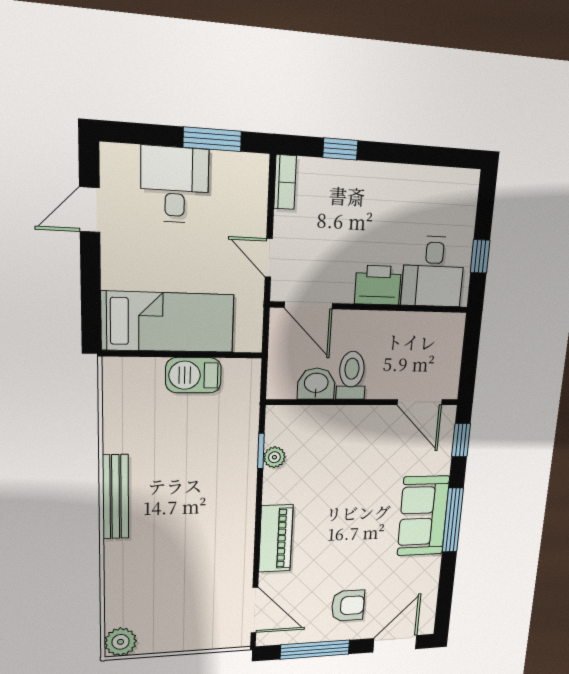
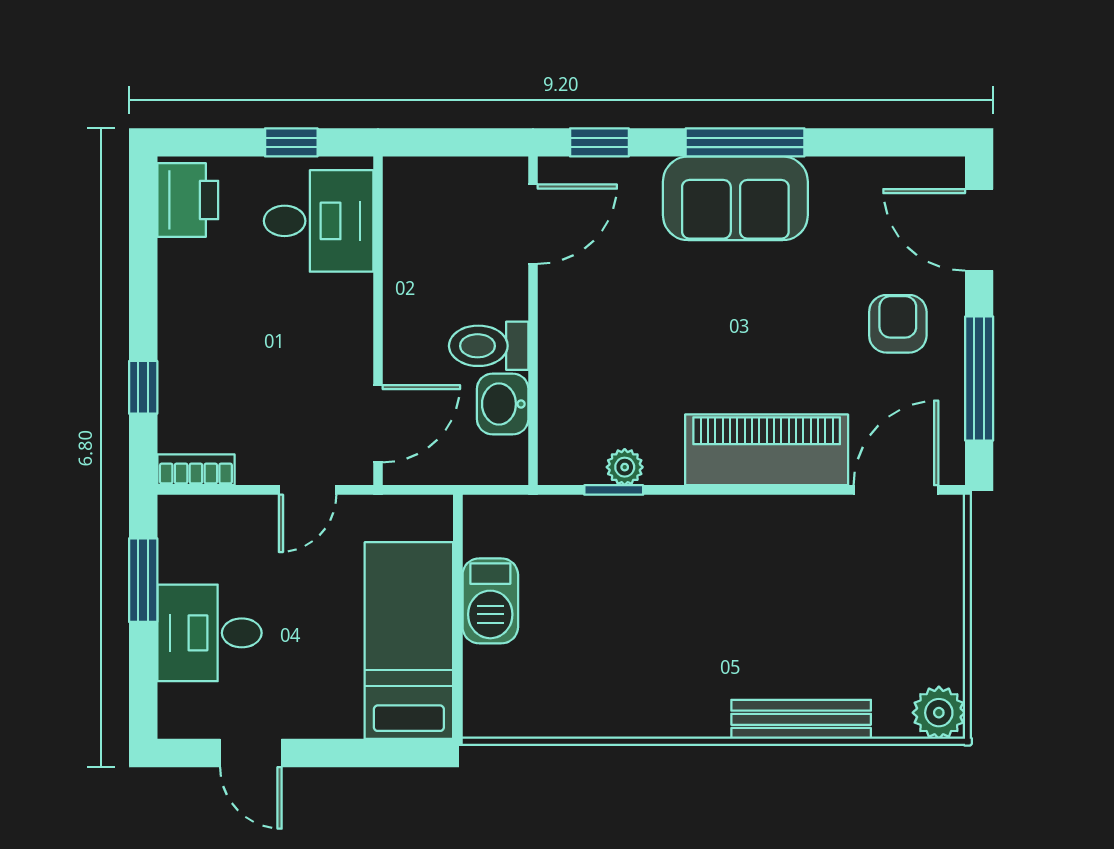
printer: (378, 285) -> (188, 200), moved, turned 180
bench: (116, 497) -> (801, 719), moved
piano: (276, 538) -> (767, 450), width x1.37, depth x1.33

